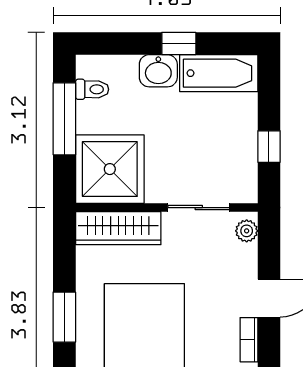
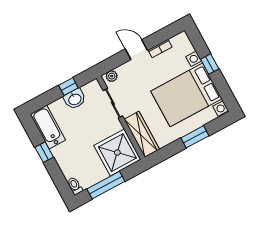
washbasin: (158, 71) -> (75, 99), moved, turned 90
toilet: (92, 89) -> (75, 186), moved

